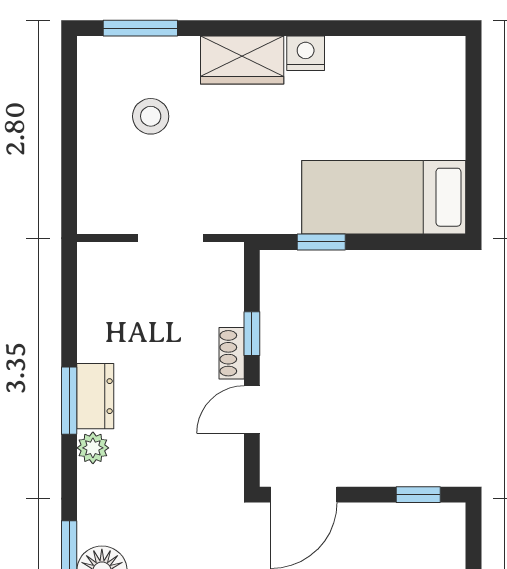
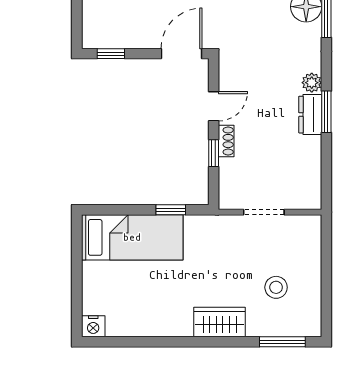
nightstand: (306, 53) -> (93, 326), moved

